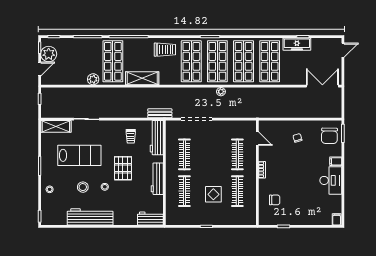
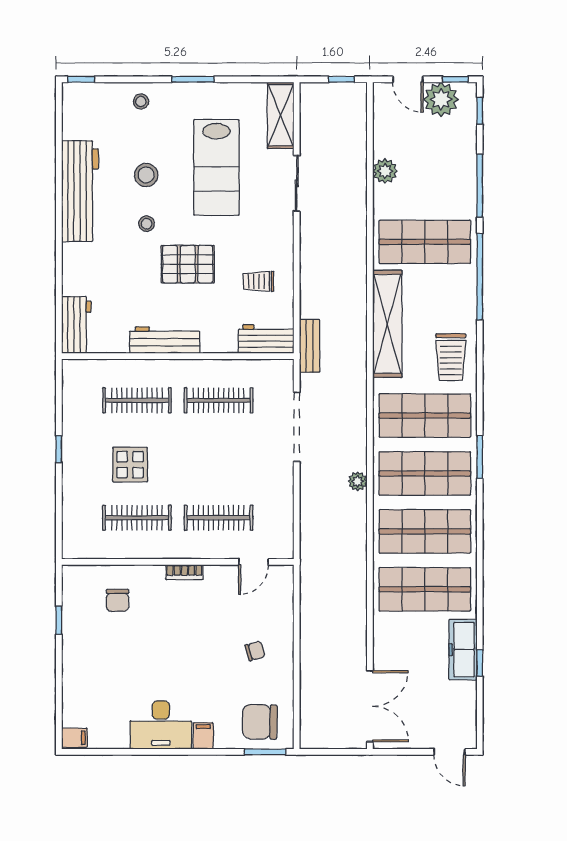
shelving: (142, 78) -> (387, 324), width x1.47
plant: (93, 79) -> (385, 171), moved
workbench: (157, 138) -> (266, 339), width x0.73

